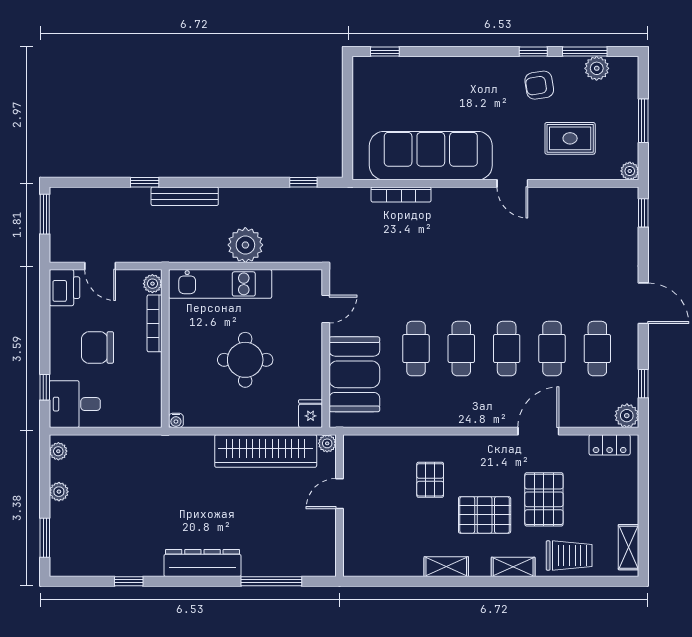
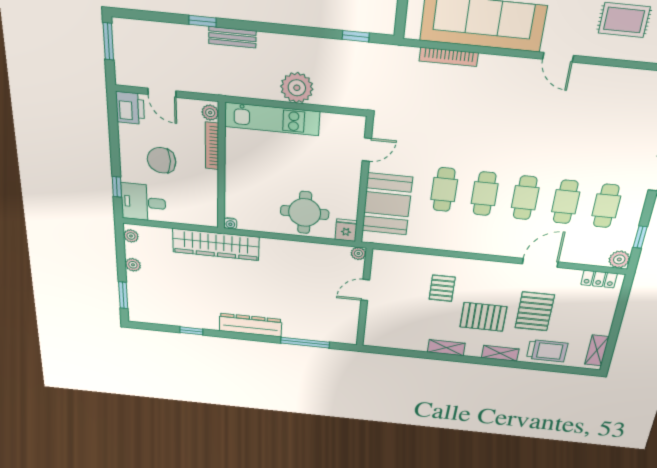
bench: (185, 196) -> (232, 37), width x0.73
round table: (245, 360) -> (305, 212), moved
wardrobe: (266, 451) -> (216, 244), moved

